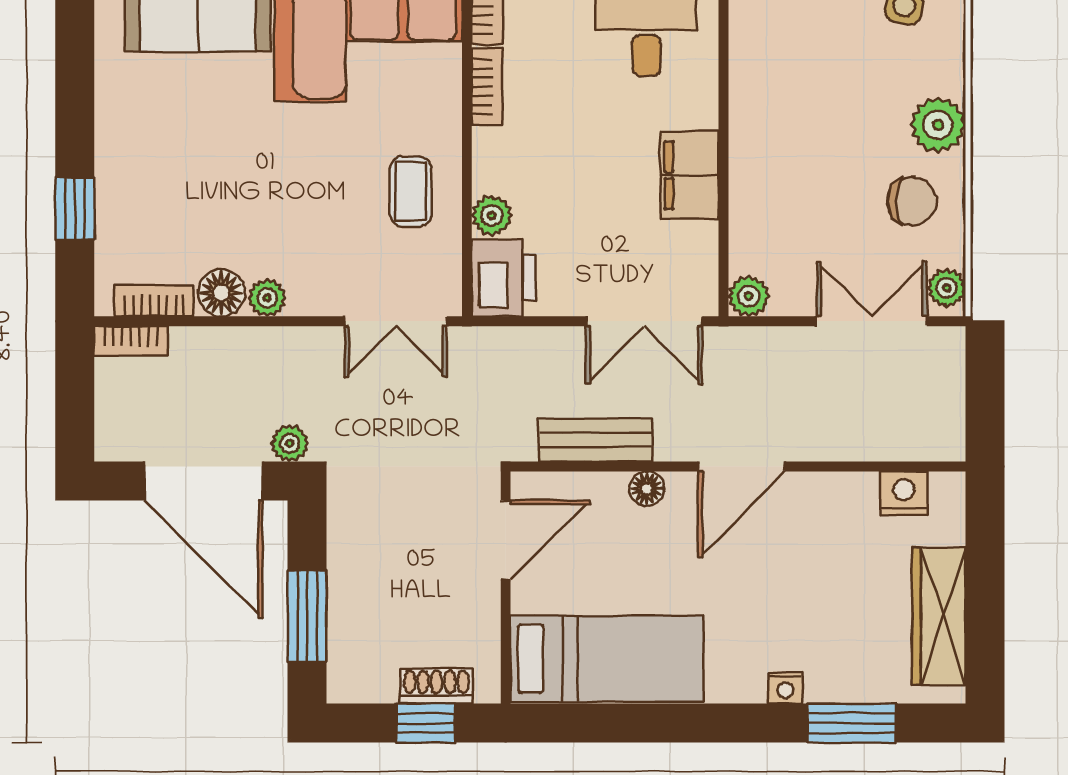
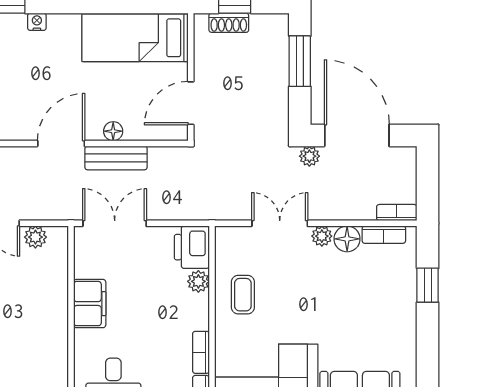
plant: (749, 296) -> (35, 237), moved
double door: (396, 321) -> (280, 223), moved
bench: (596, 440) -> (116, 158), moved

